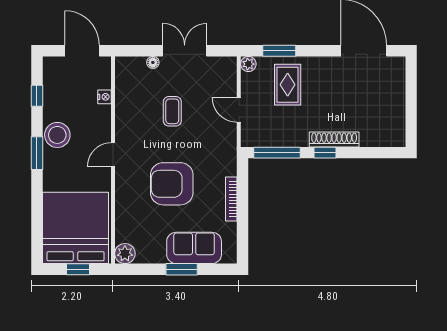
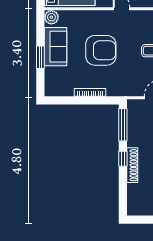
armchair: (172, 184) -> (101, 50), turned 90
sofa: (194, 248) -> (55, 47), moved

